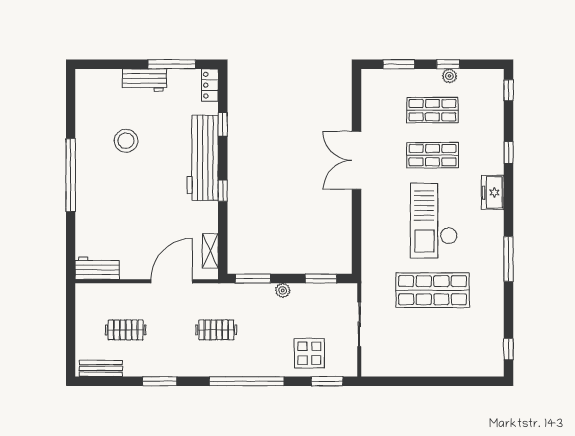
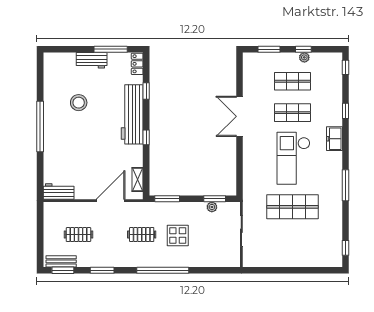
plant: (283, 290) -> (212, 207), moved
display table: (309, 353) -> (178, 236), moved
window: (327, 381) -> (63, 270), moved

